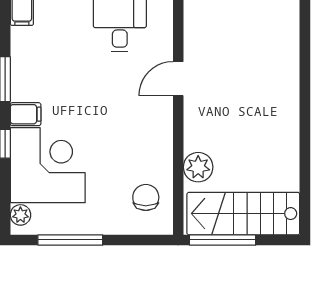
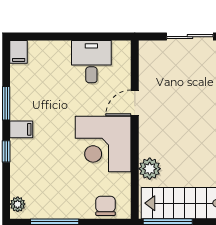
corner desk: (48, 165) -> (103, 144), moved, turned 180
chair: (146, 197) -> (106, 206), moved

